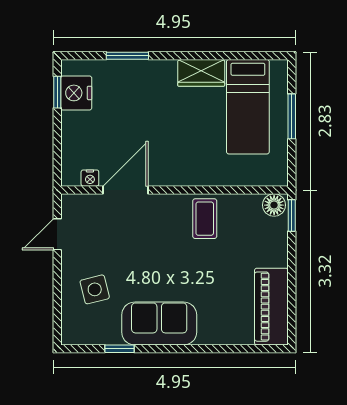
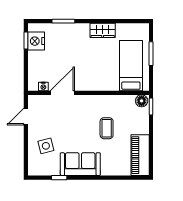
bed: (248, 107) -> (131, 66), moved, turned 180
coffee table: (205, 219) -> (107, 128), moved

